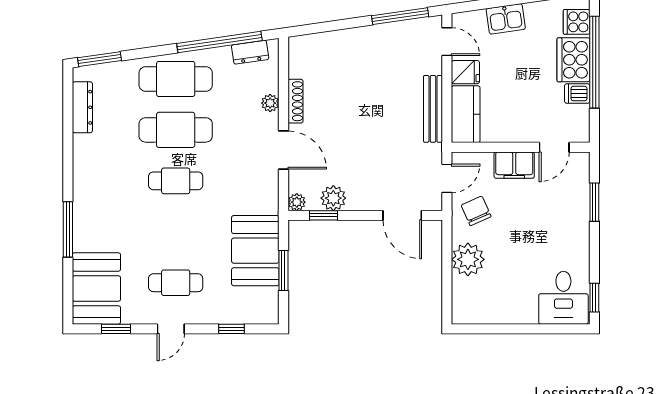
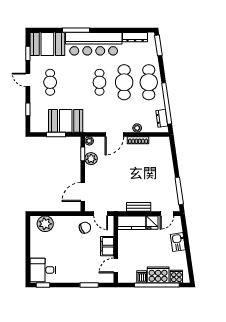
bench: (433, 109) -> (139, 207), width x0.73
door: (554, 147) -> (116, 265), hinge flipped
bar counter: (96, 193) -> (94, 44), added
plant: (468, 259) -> (45, 224), moved

